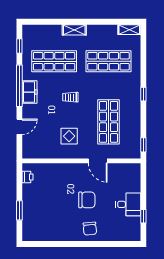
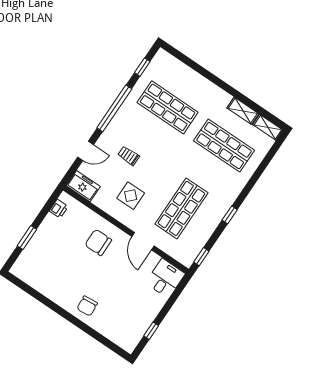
shelving: (74, 30) -> (243, 111), moved
freezer: (30, 92) -> (83, 186), moved, turned -90
window: (143, 94) -> (230, 215), moved
trolley: (70, 97) -> (129, 156), moved
chair: (87, 200) -> (98, 242), moved, turned 180
desk: (128, 204) -> (165, 278), moved, turned -90

